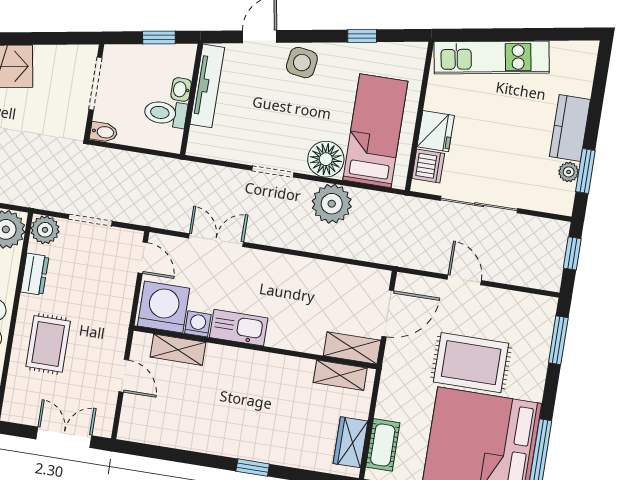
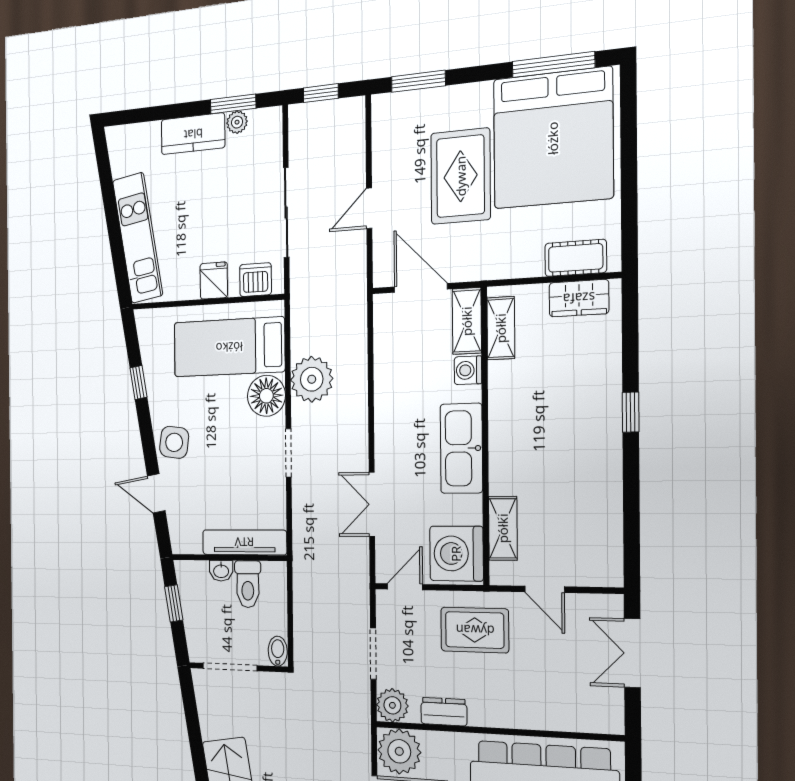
tv unit: (207, 86) -> (244, 542), moved
fridge: (436, 131) -> (214, 281), width x0.72
washing machine: (198, 324) -> (468, 370), moved
kitchen sink: (239, 328) -> (461, 448), width x1.36, depth x1.24
rug: (48, 344) -> (475, 630), moved
door: (124, 376) -> (545, 589), swing flipped

